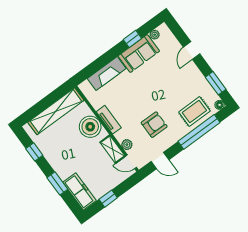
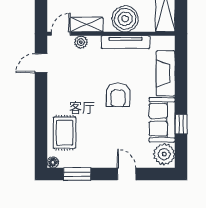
plant: (155, 35) -> (164, 154), width x1.88, depth x1.88
tv unit: (109, 120) -> (126, 42), width x1.41
armchair: (154, 125) -> (118, 95), moved
window: (199, 132) -> (41, 122), removed

